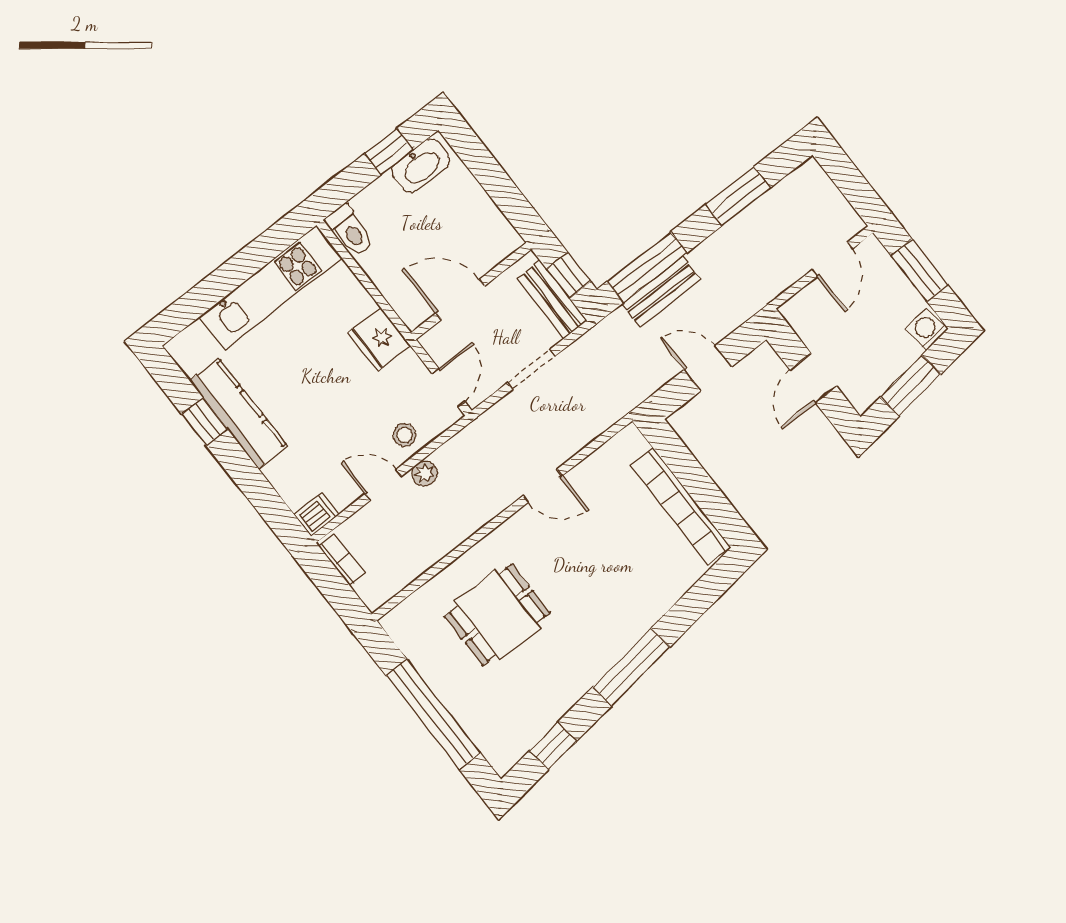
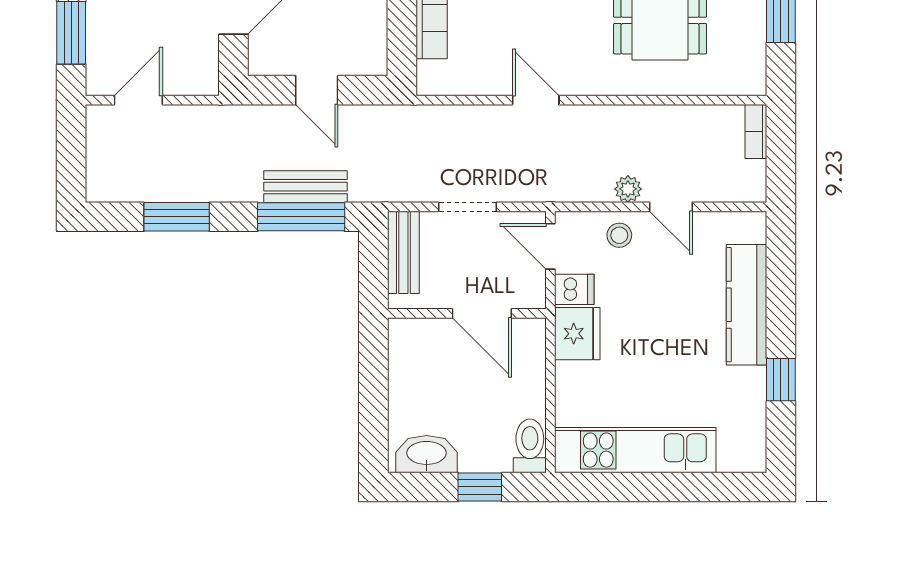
window: (389, 152) -> (480, 487), moved
window: (569, 275) -> (373, 262), removed
door: (448, 388) -> (550, 246), hinge flipped
kitchen counter: (239, 414) -> (747, 305), moved
dishwasher: (317, 514) -> (574, 289), moved, turned 180
bookcase: (342, 559) -> (756, 131), moved

